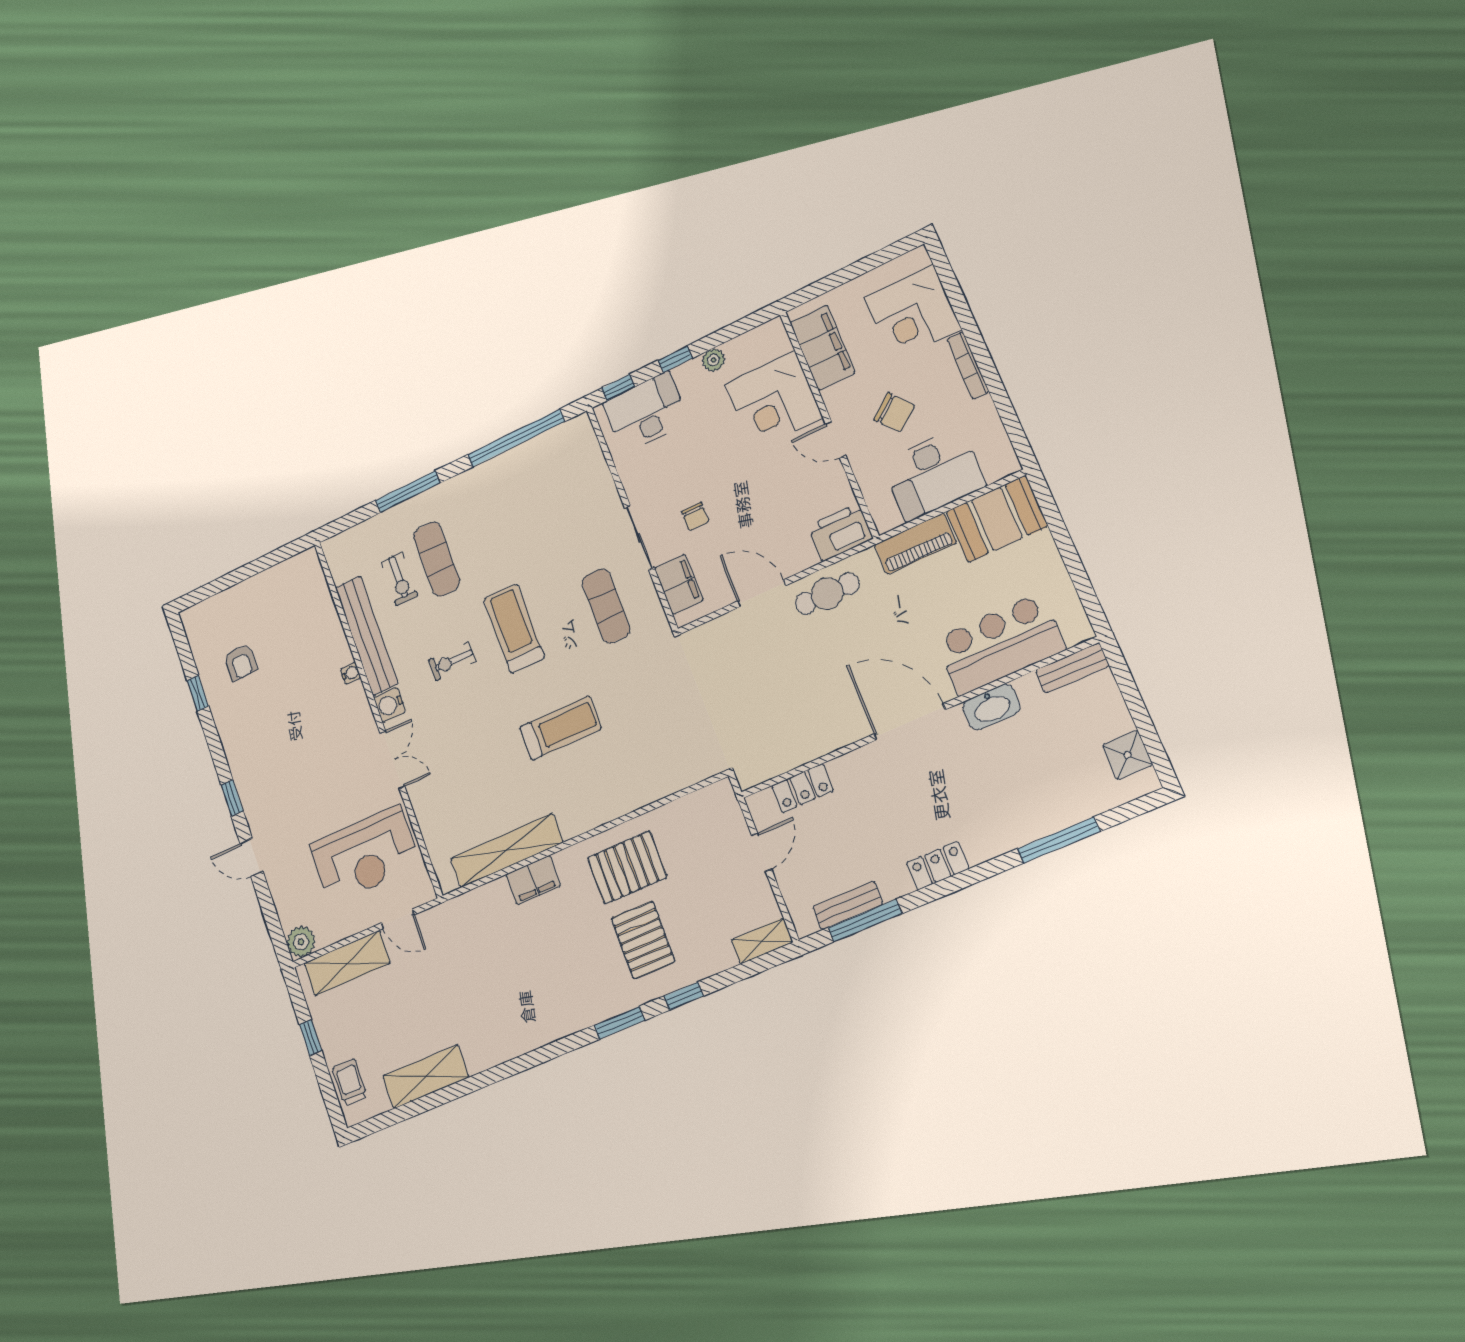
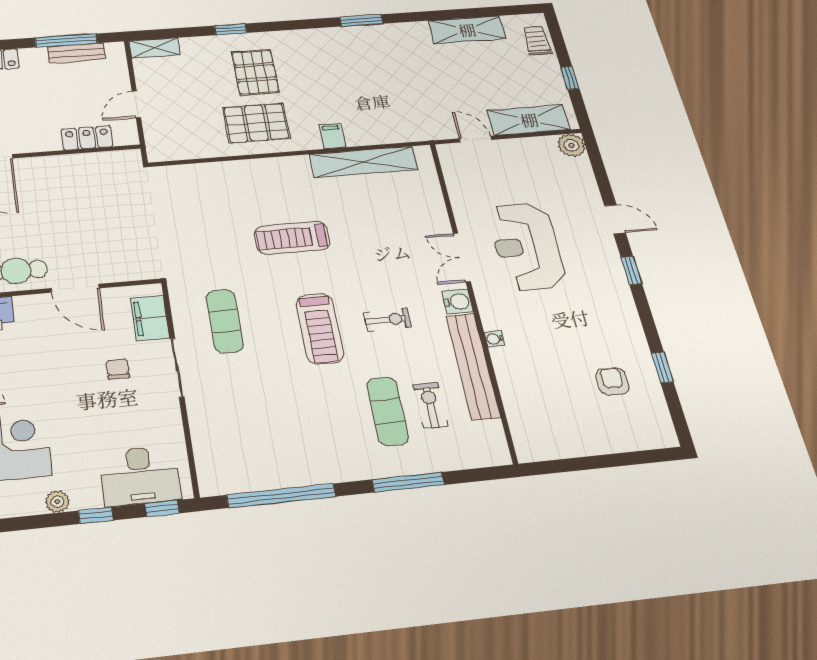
reception desk: (365, 855) -> (527, 246), moved, turned -90
filing cabinet: (533, 880) -> (332, 136), width x0.50
window: (619, 1023) -> (361, 20), moved
trolley: (350, 1082) -> (537, 41), turned 180

